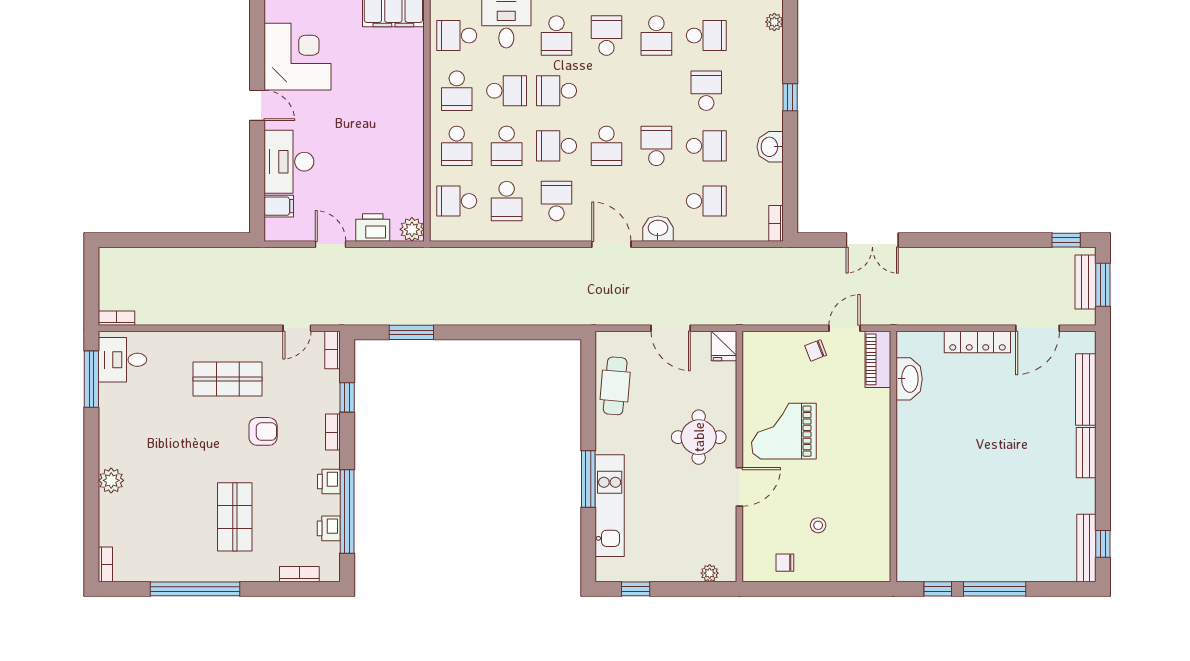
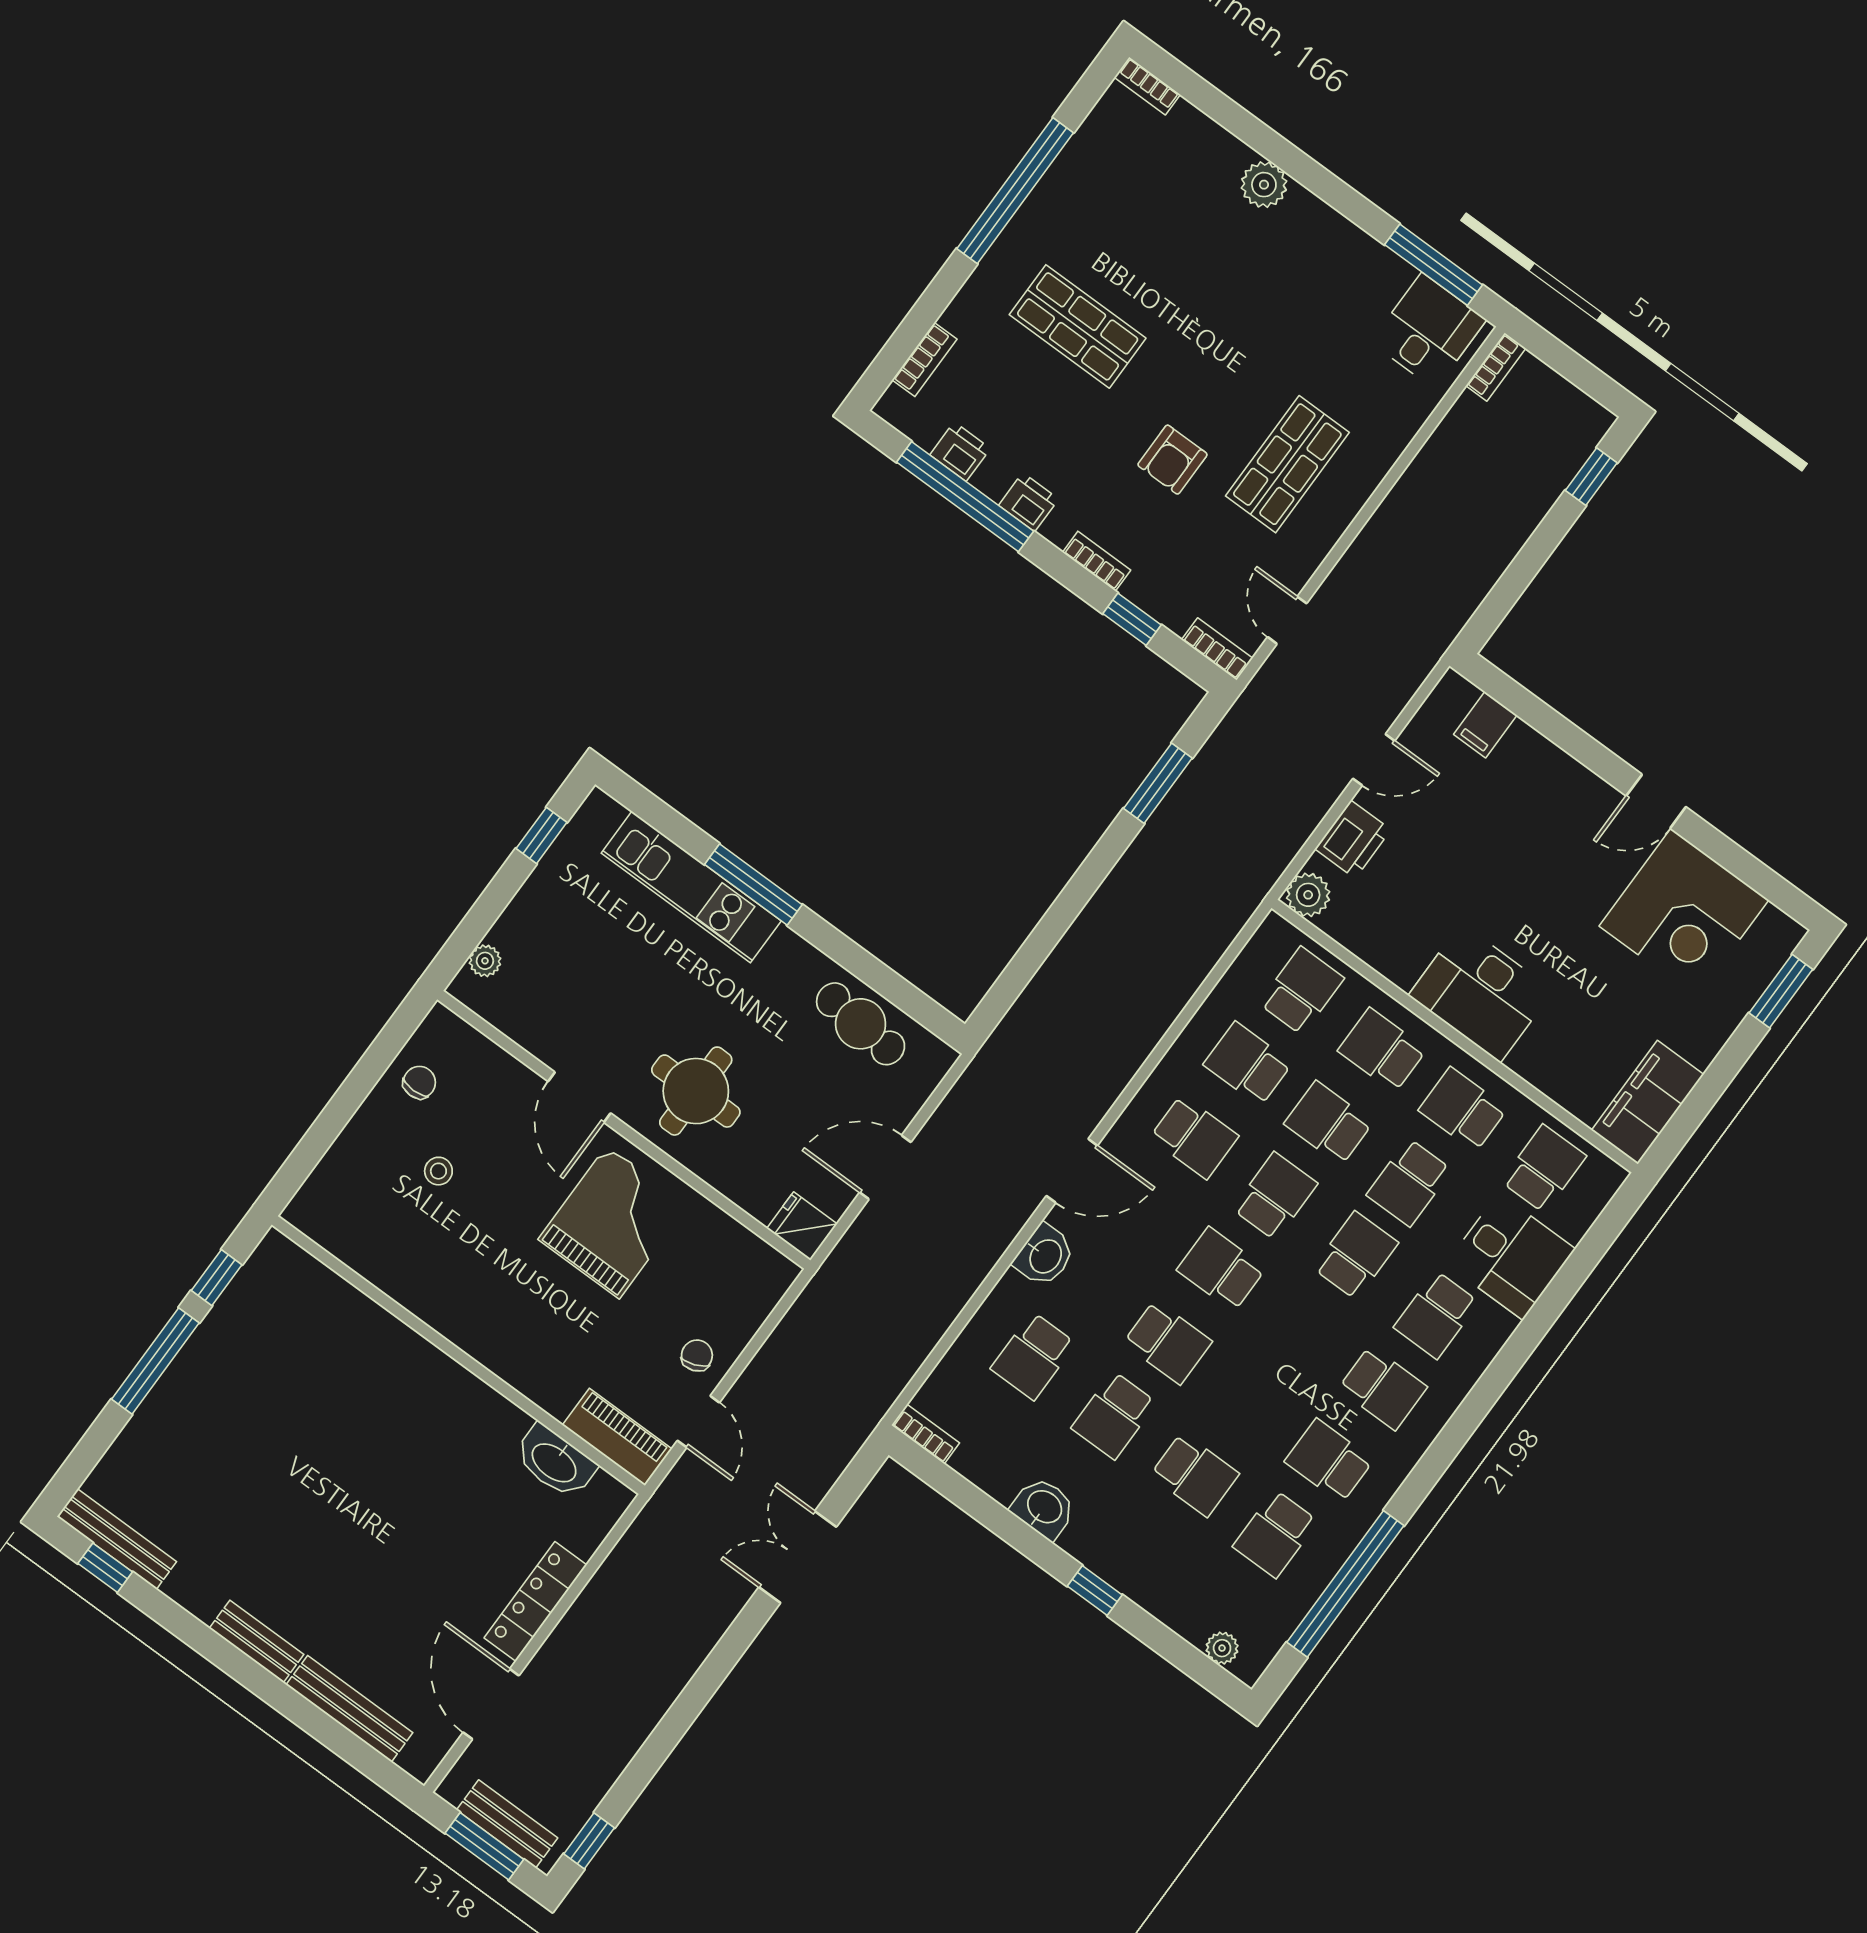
school desk: (557, 36) -> (1436, 1315), turned -90
desk: (289, 162) -> (1481, 993), moved, turned 180
window: (134, 240) -> (1591, 477), added

